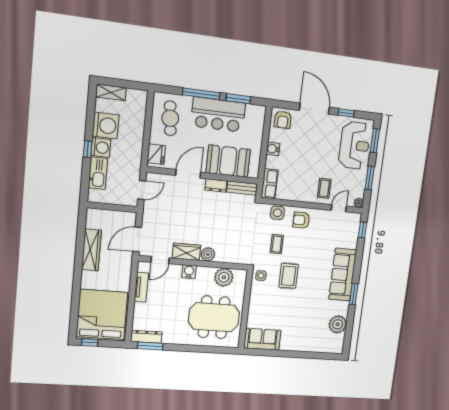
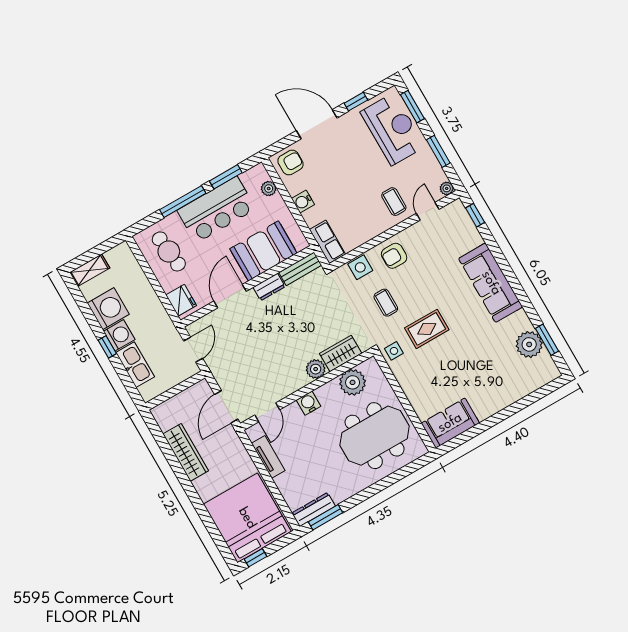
armchair: (283, 120) -> (291, 163), turned -90
plant: (259, 126) -> (269, 189), added
wardrobe: (186, 252) -> (341, 353), moved
rug: (289, 276) -> (427, 329), turned 90
window: (354, 294) -> (547, 340), moved

